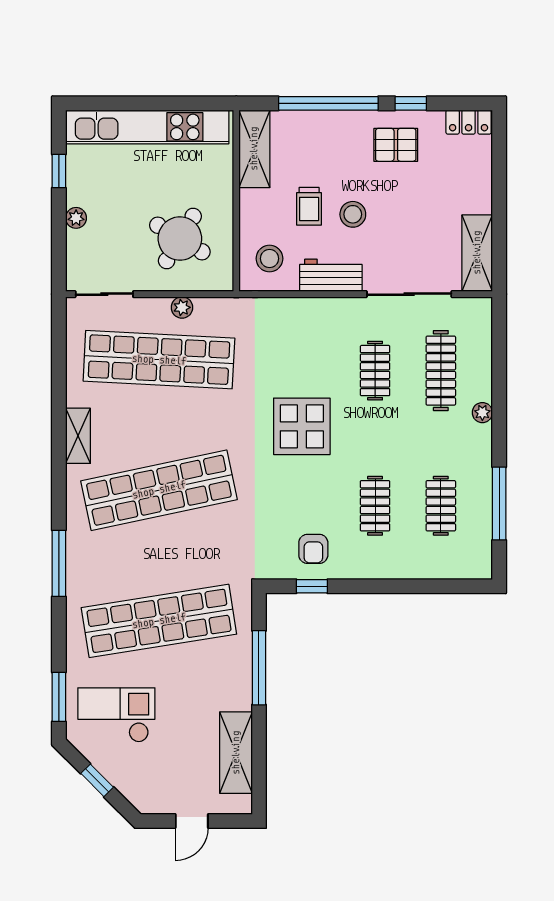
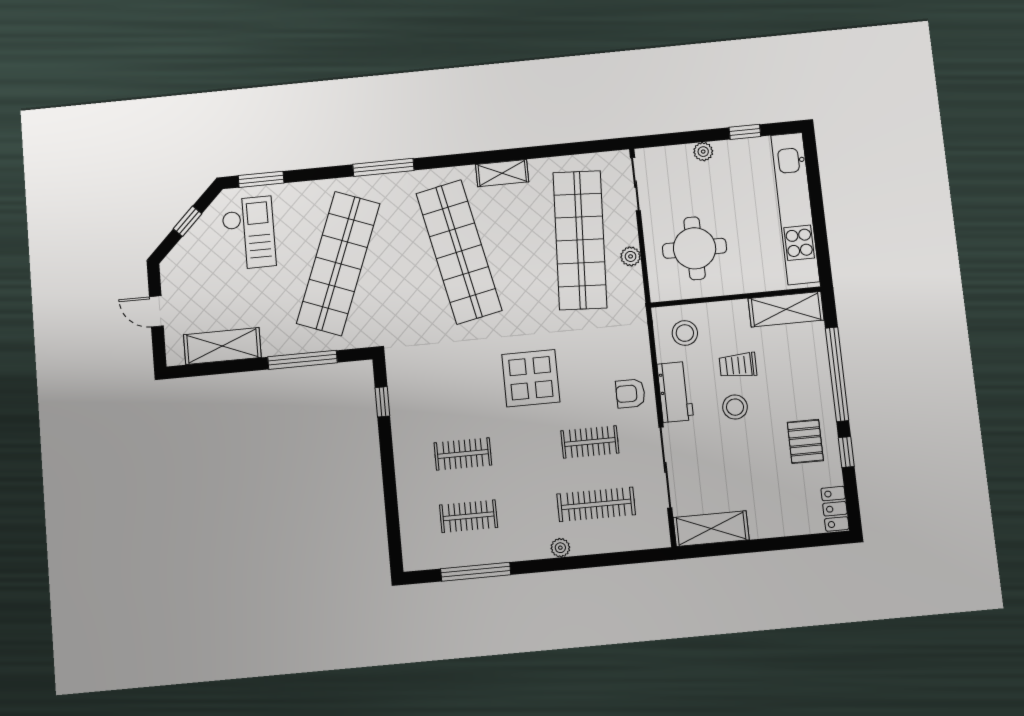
round table: (180, 239) -> (695, 248), turned -31
armchair: (313, 549) -> (630, 393), moved
shop shelf: (159, 621) -> (338, 263), turned 30

